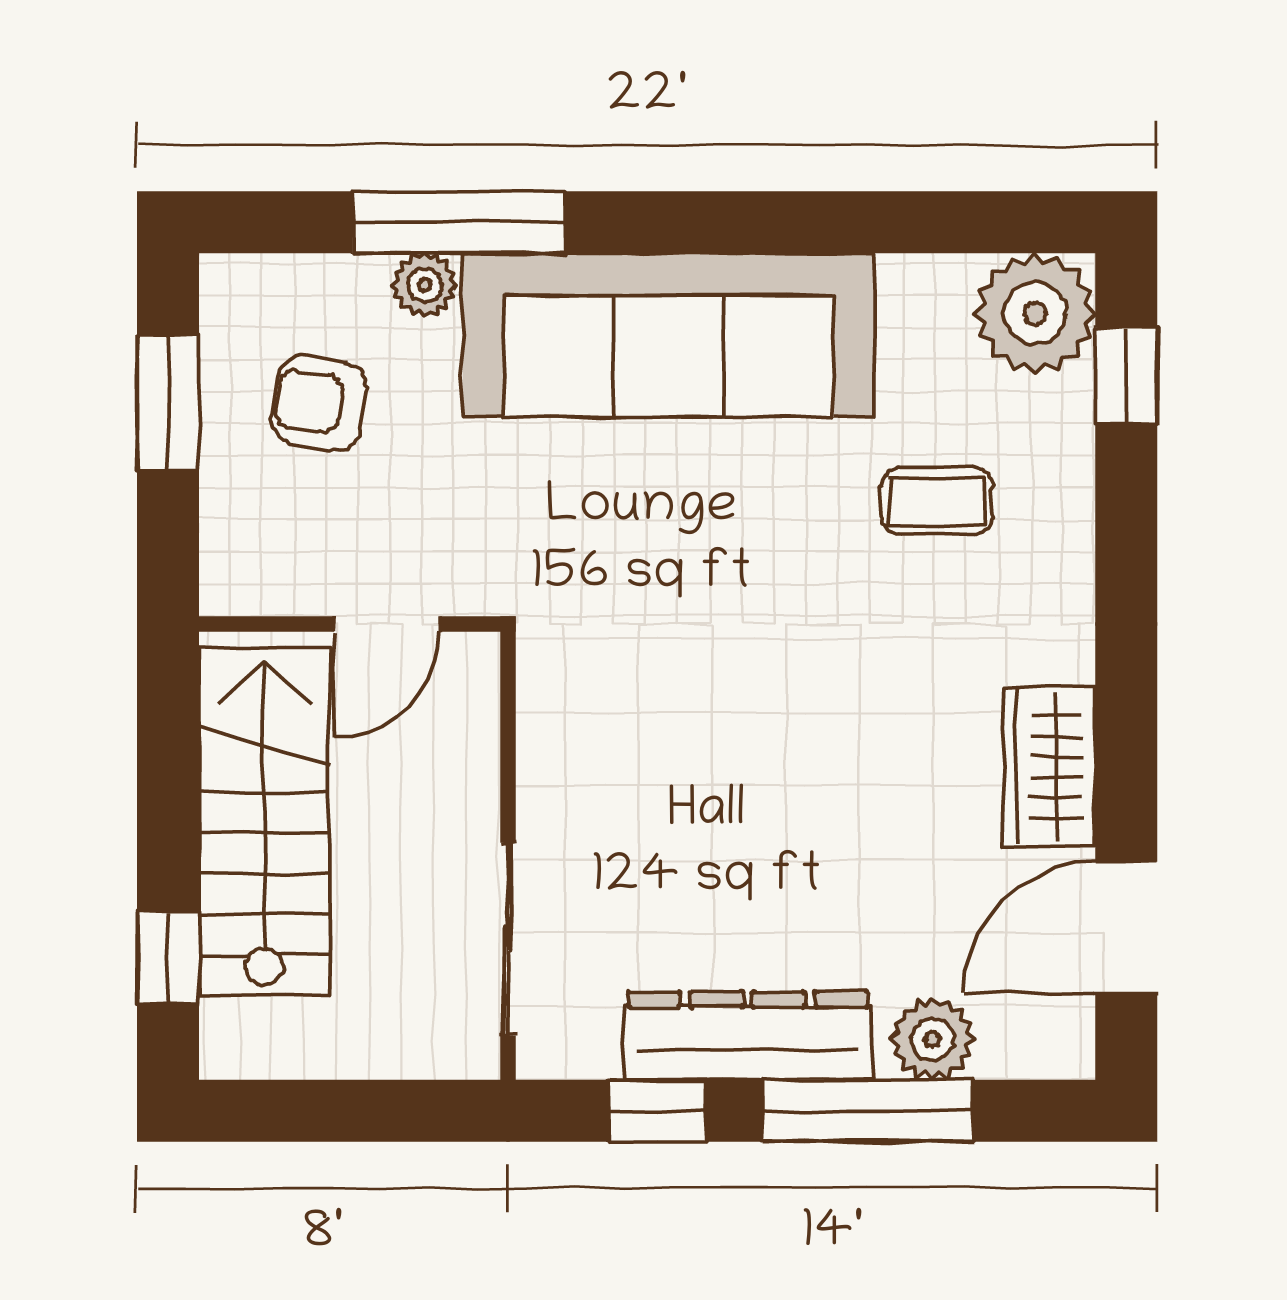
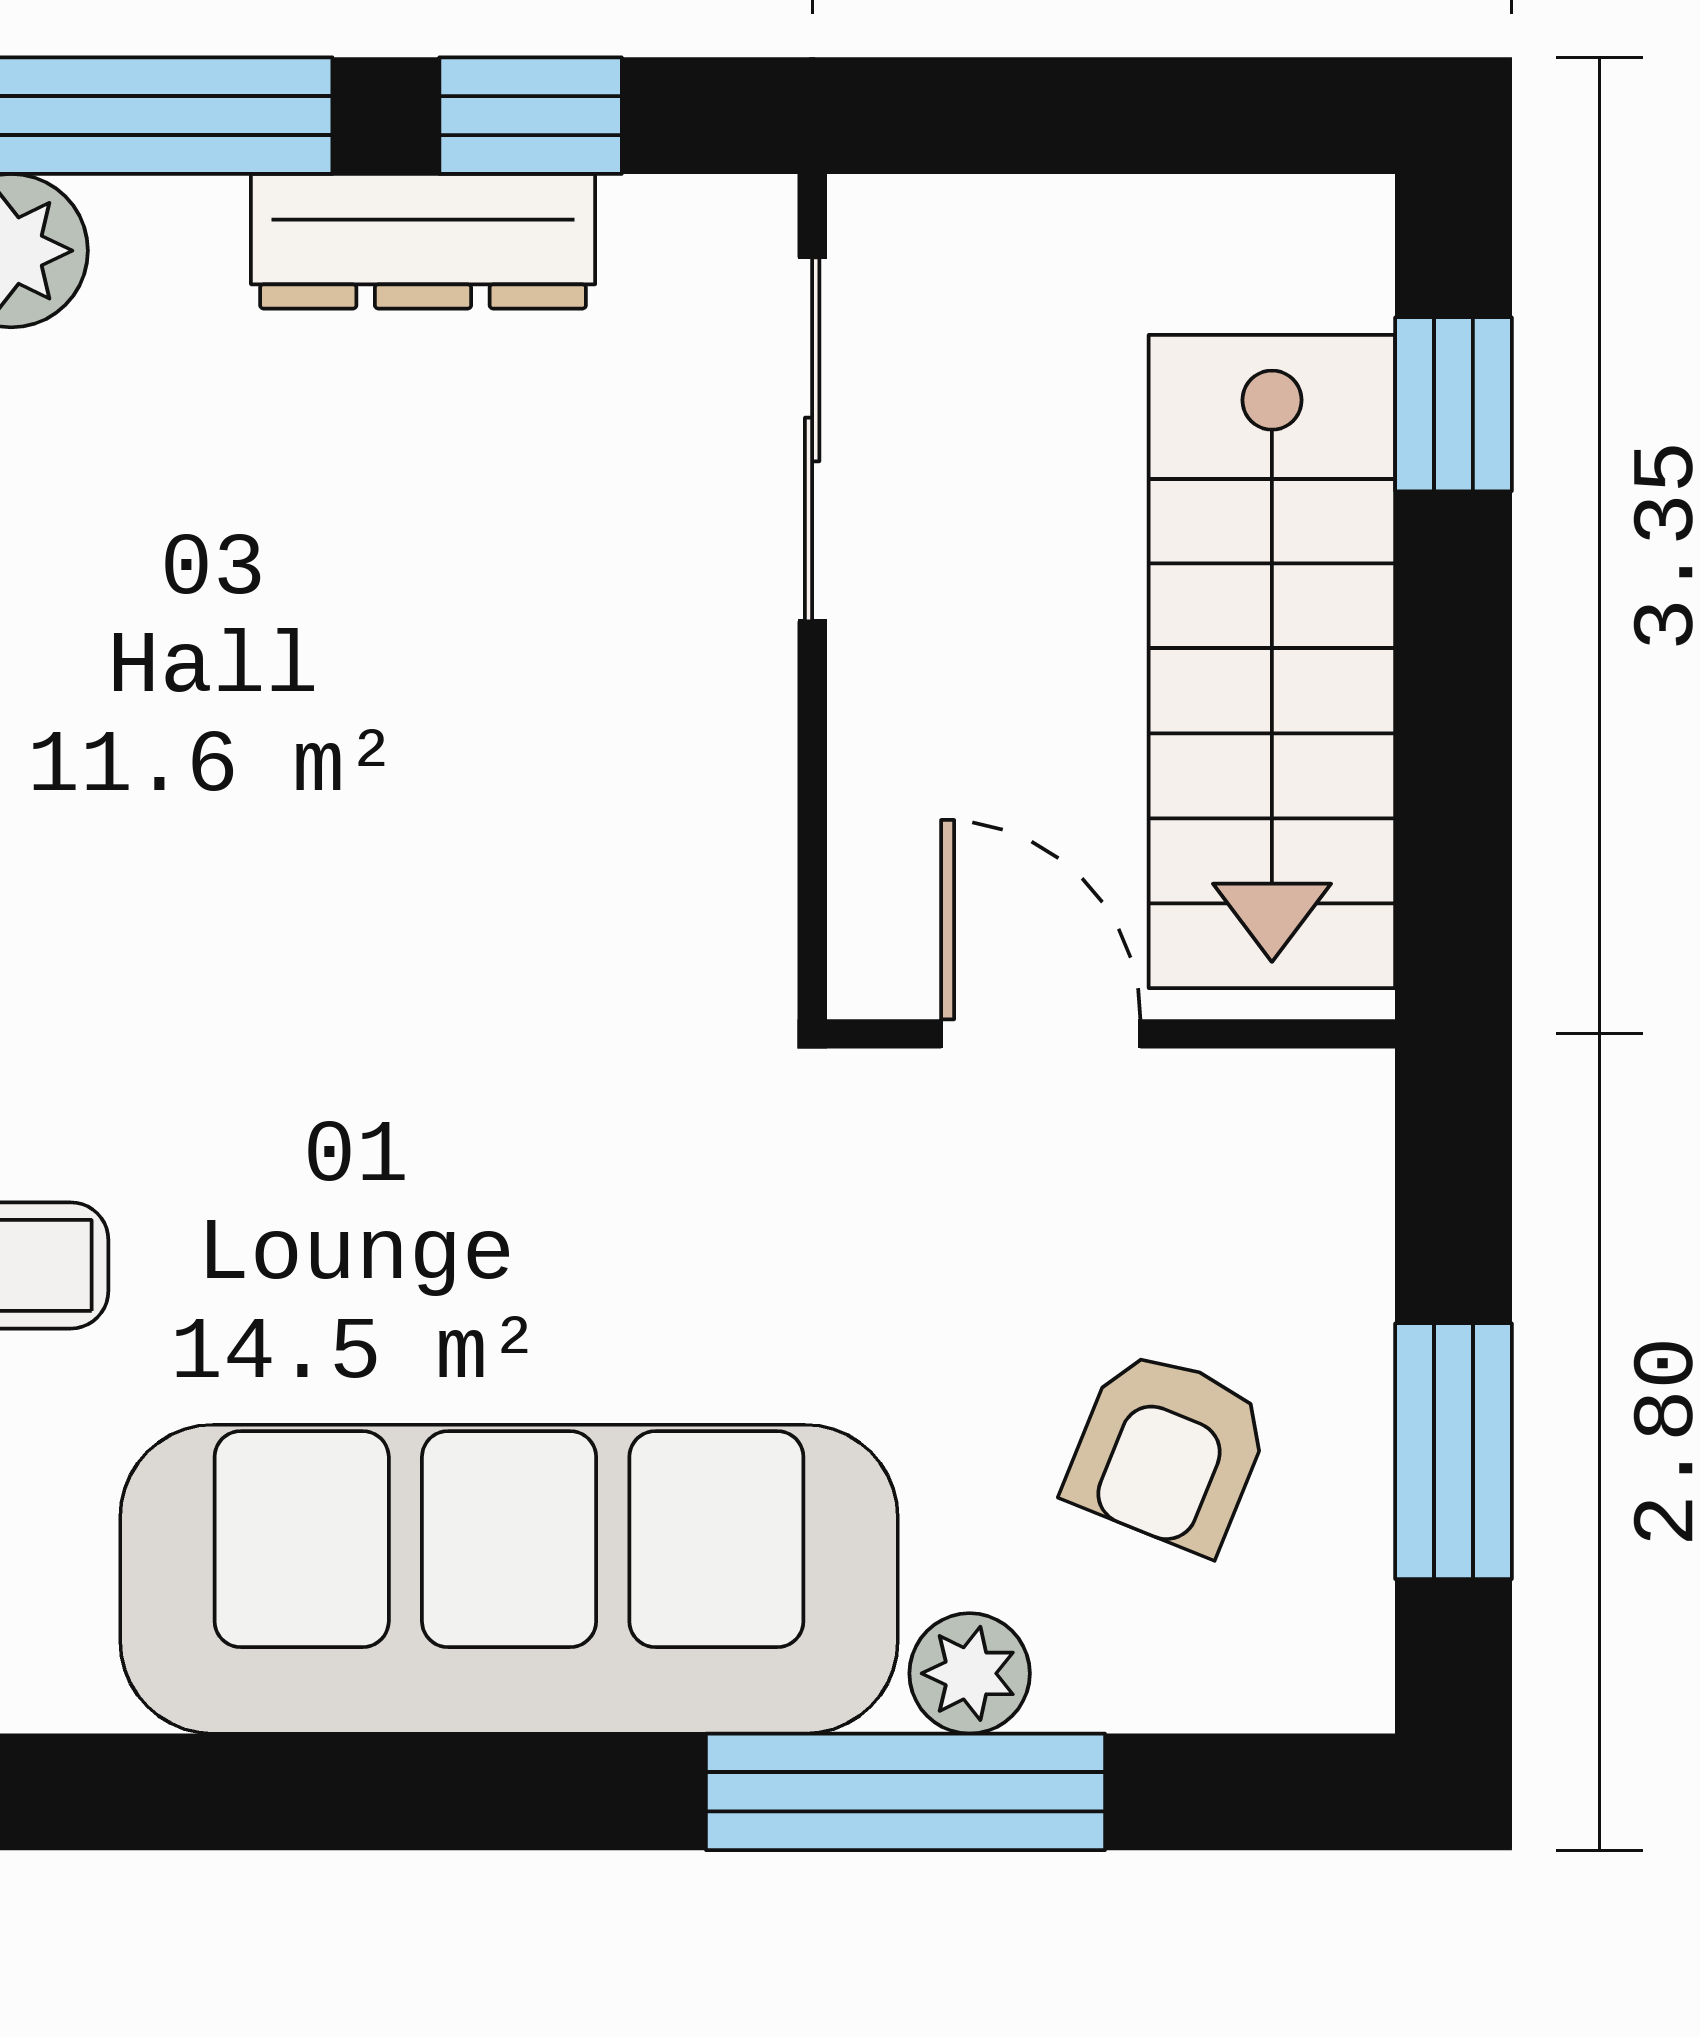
armchair: (319, 403) -> (1168, 1451), turned 103
door: (387, 624) -> (1041, 1034), hinge flipped
dresser: (748, 1035) -> (423, 241), width x0.73, depth x0.80

